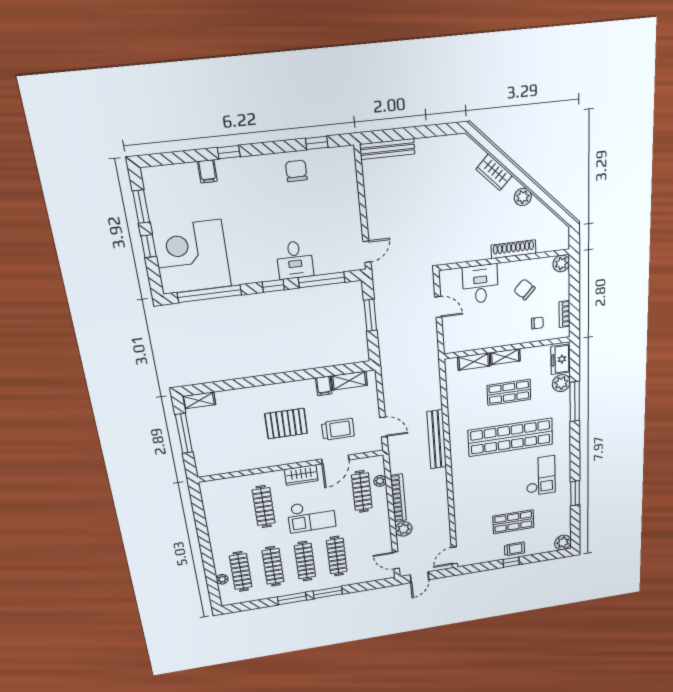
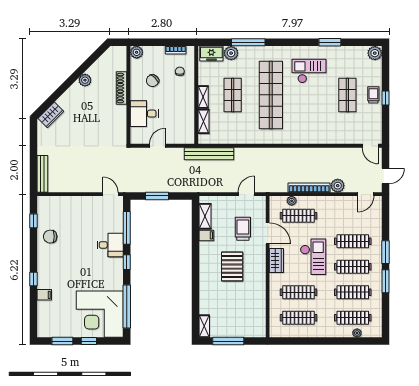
wardrobe: (494, 172) -> (51, 115), moved
bench: (437, 439) -> (209, 154), moved
clothes rail: (230, 512) -> (298, 318), added
door: (420, 577) -> (385, 176), hinge flipped

